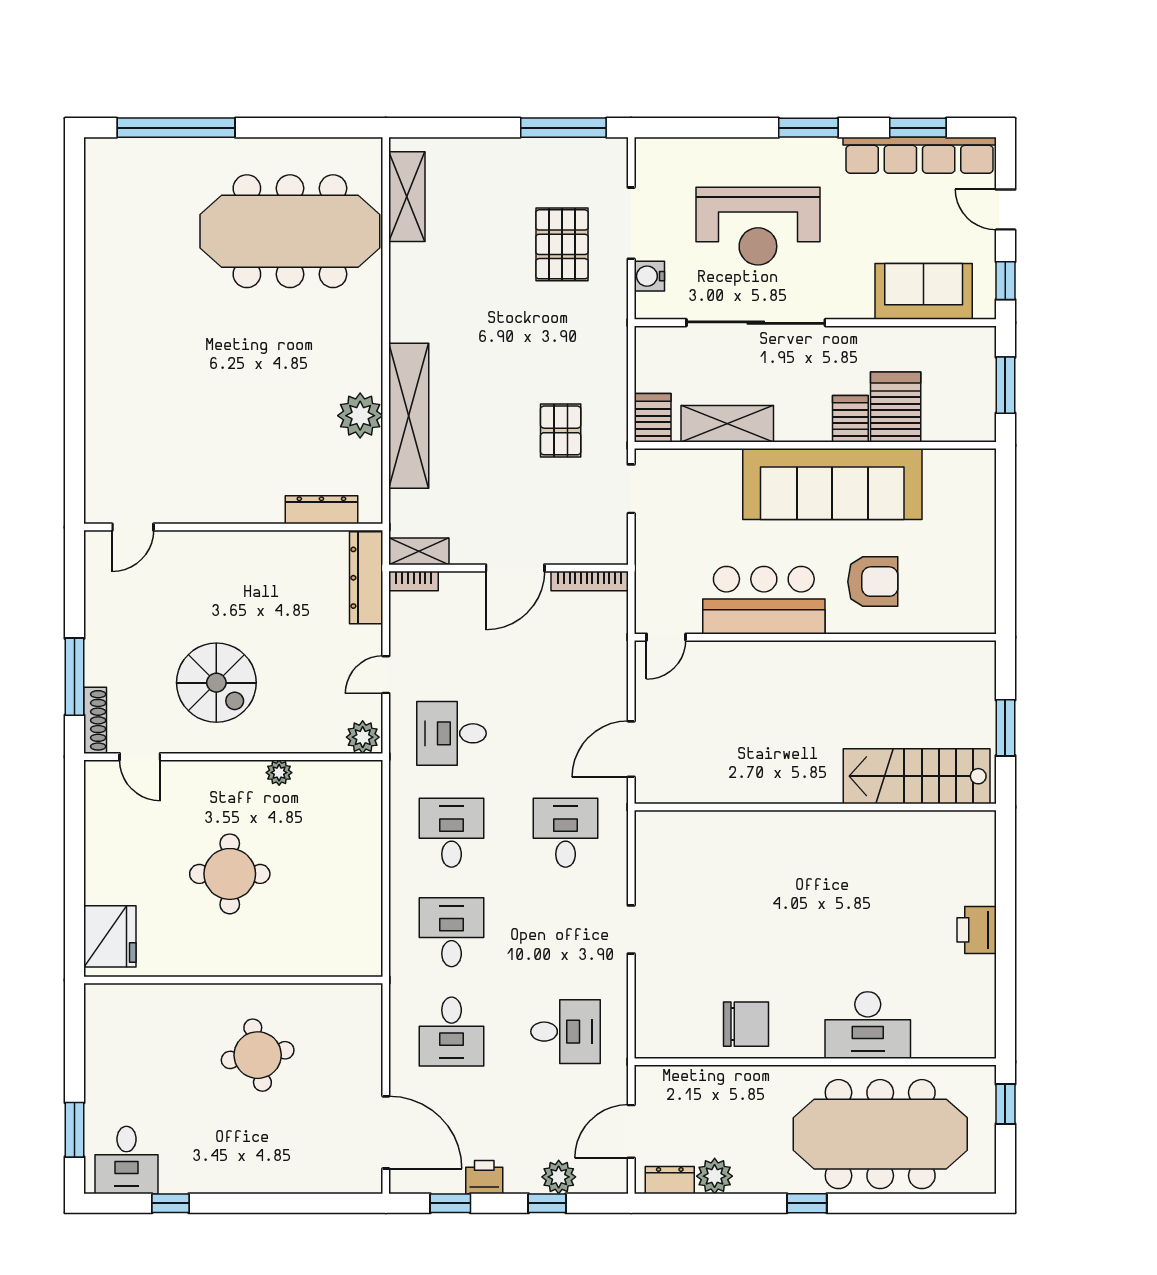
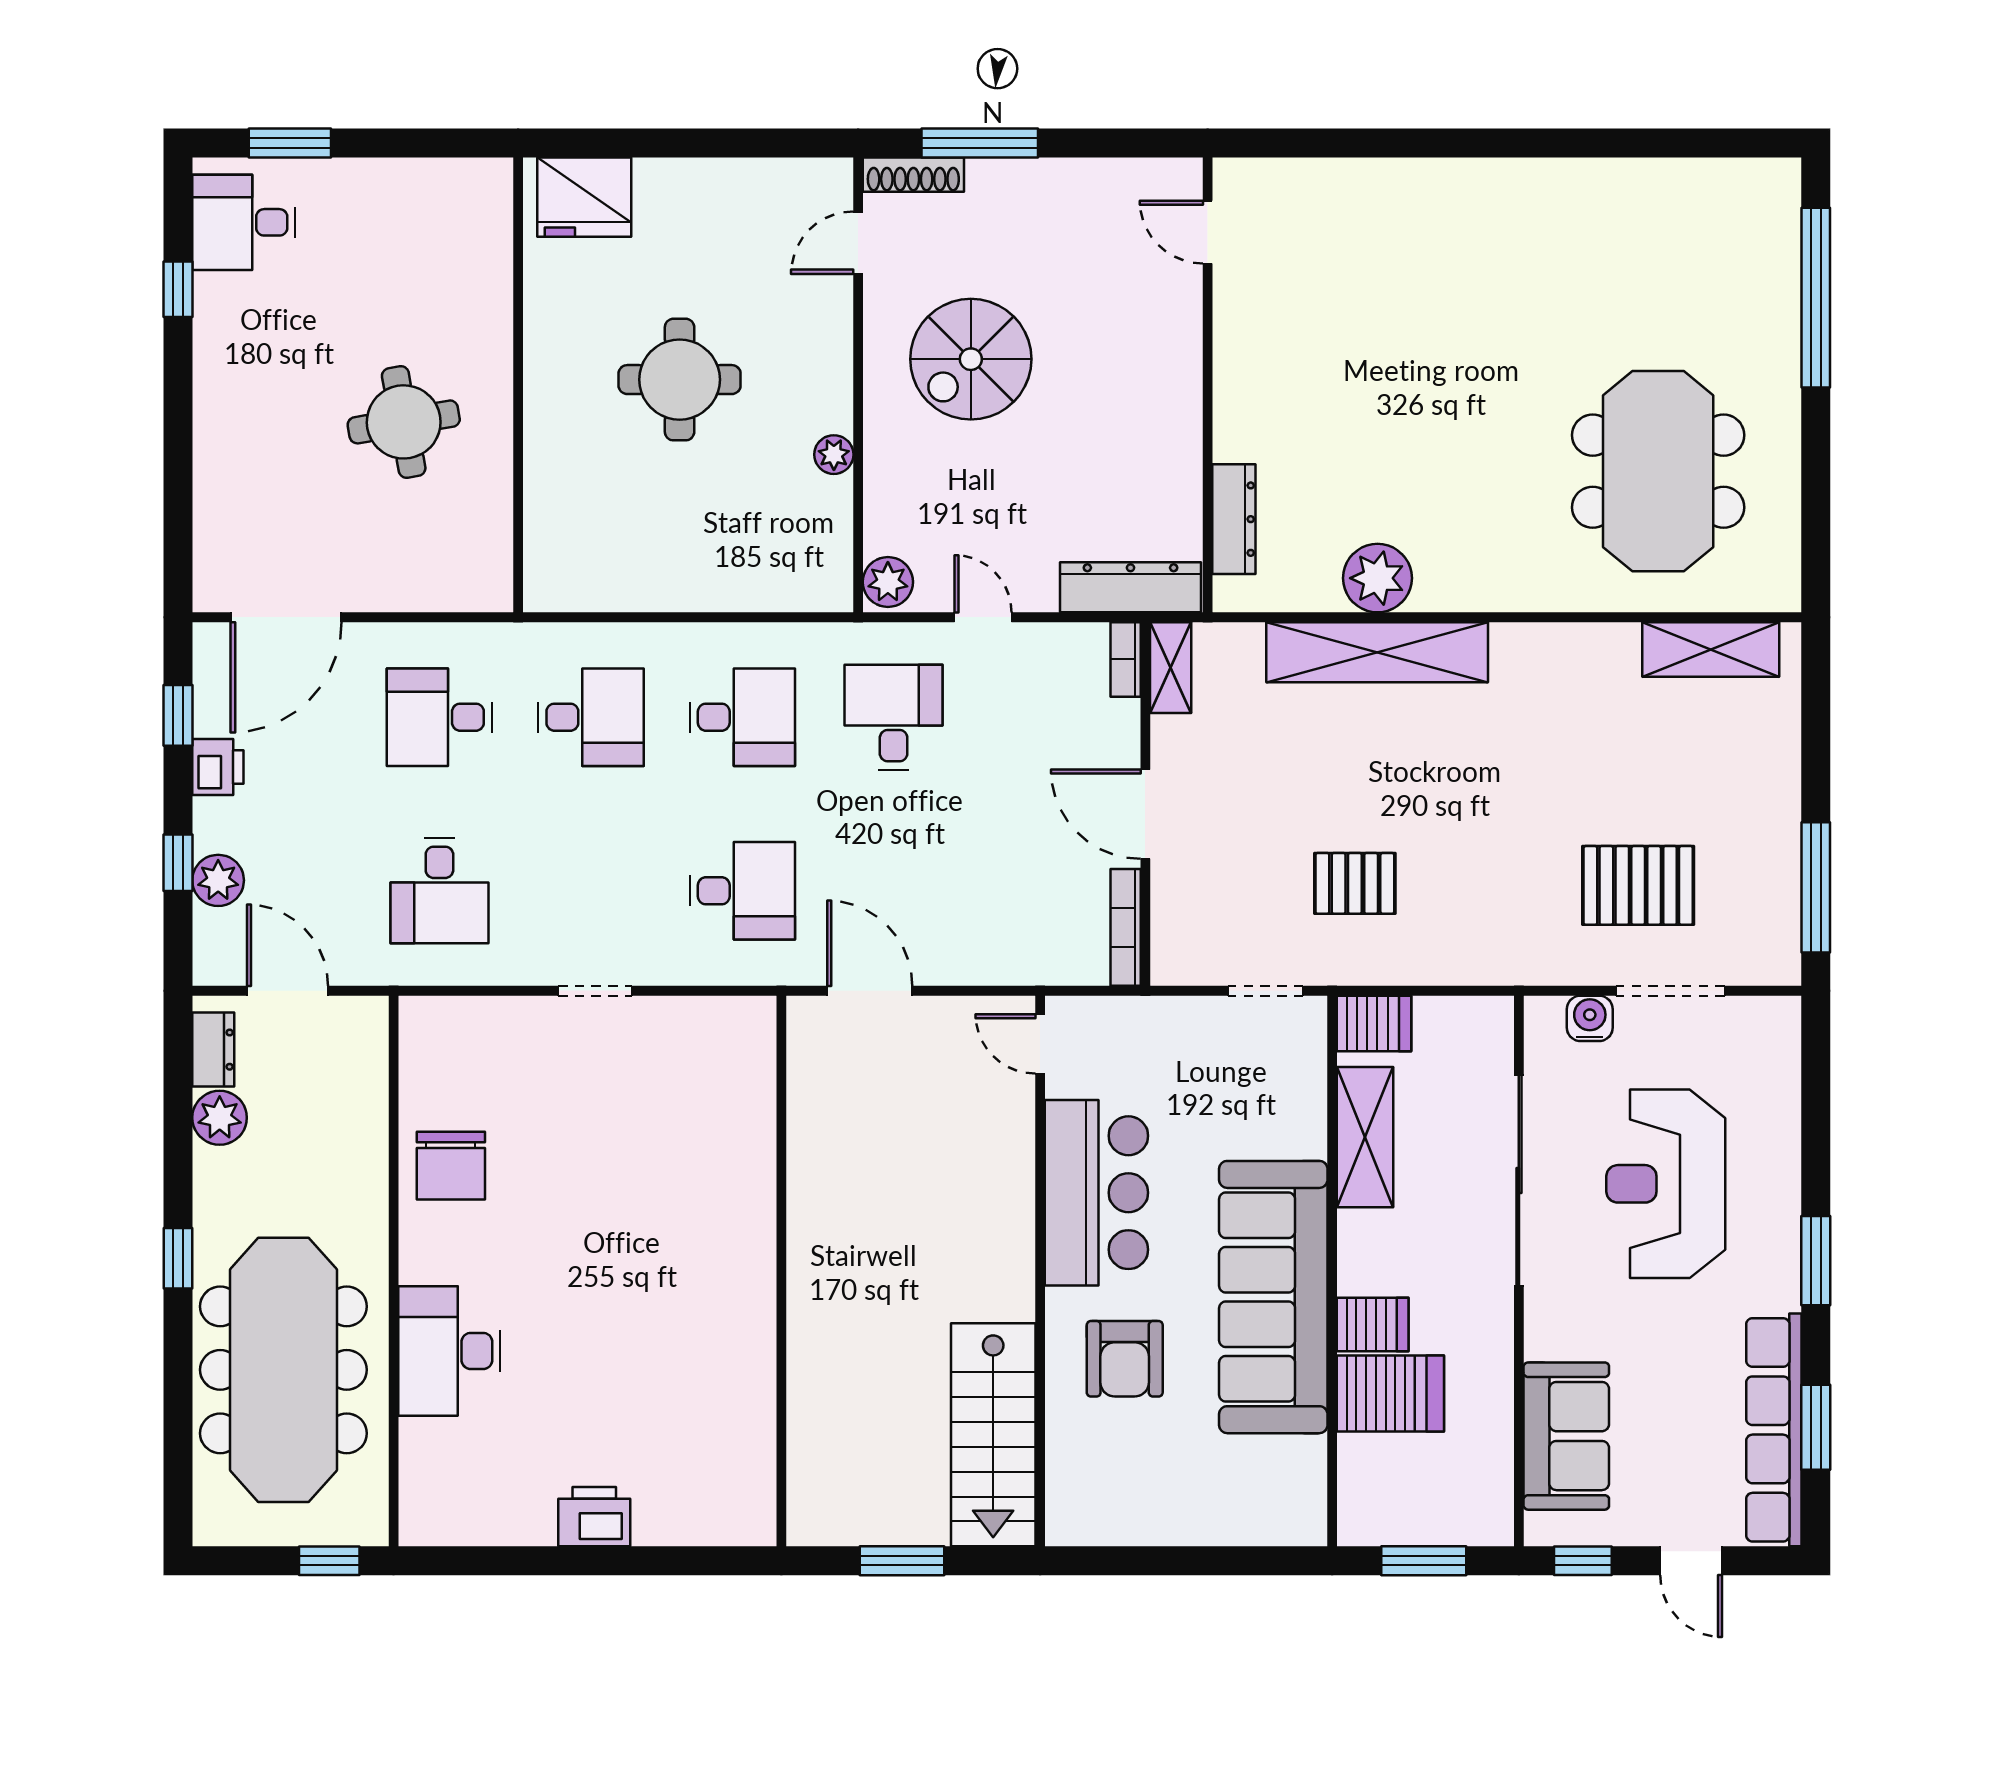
door: (1005, 210) -> (1691, 1561), swing flipped
meeting table: (290, 231) -> (1658, 471), width x0.73
stairs: (917, 776) -> (993, 1435), moved, turned 180

